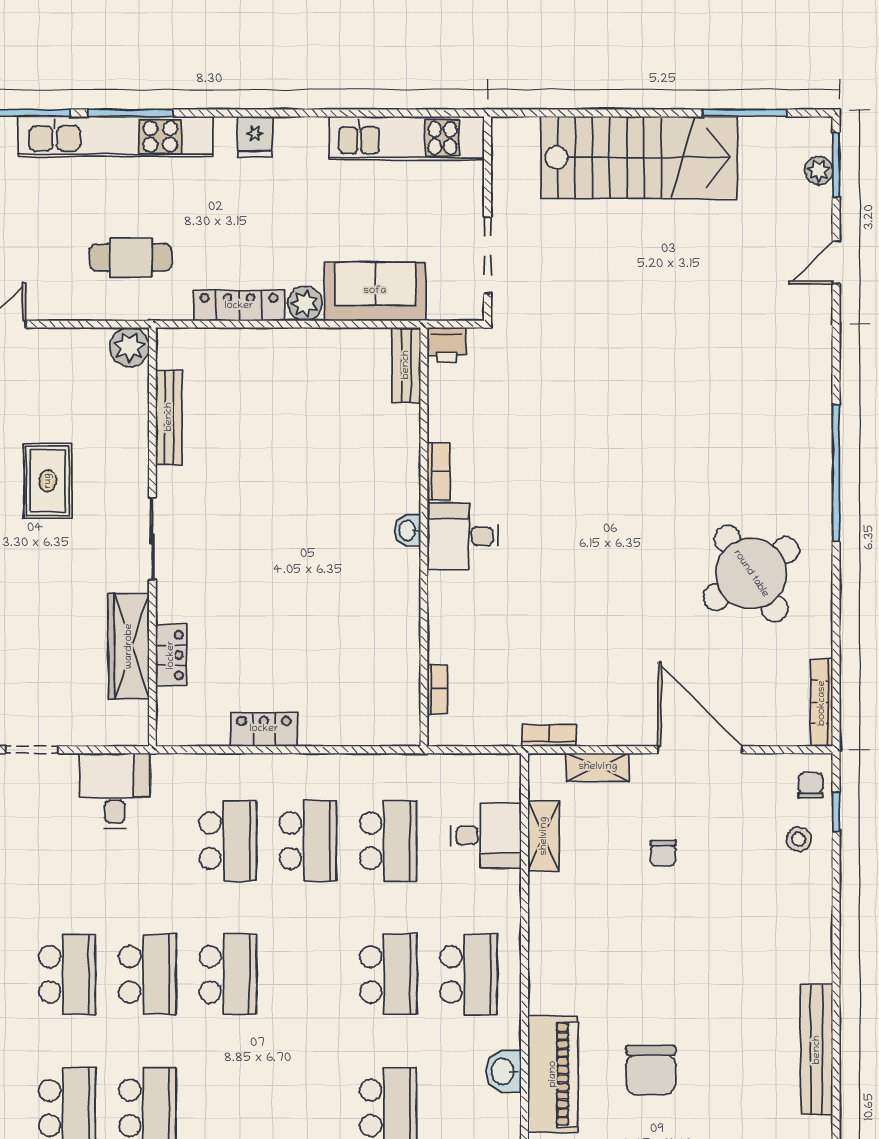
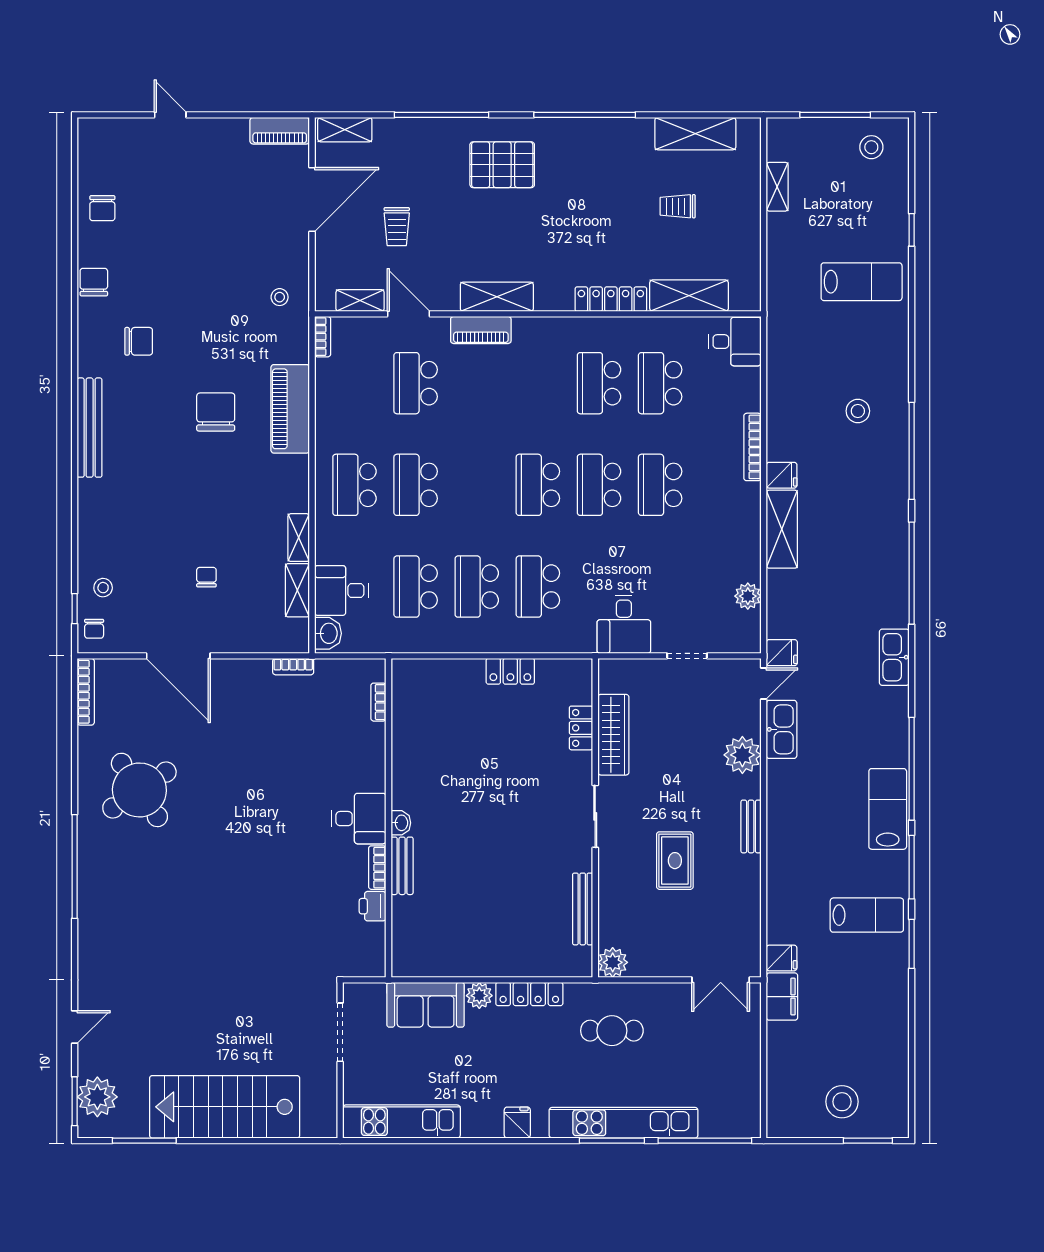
plant: (819, 170) -> (97, 1097), width x1.88, depth x1.88
printer: (447, 345) -> (373, 906), moved, turned -90
bench: (406, 365) -> (402, 866), moved
shelving: (598, 767) -> (299, 538), moved, turned 90
washbasin: (503, 1071) -> (328, 633), moved

